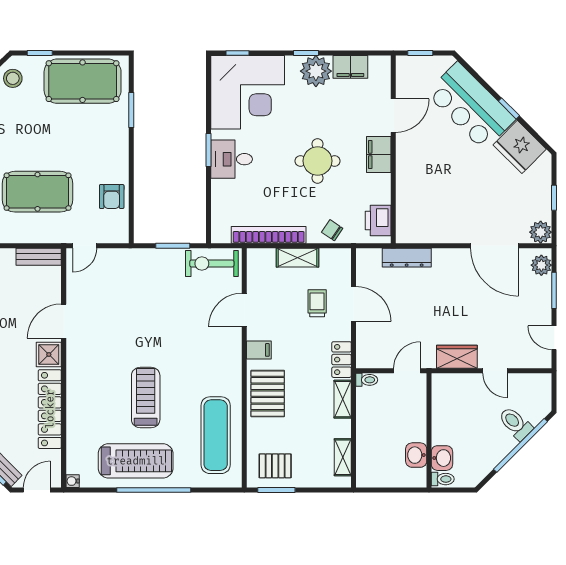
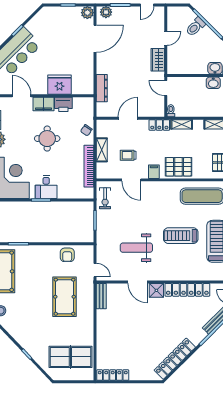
fridge: (520, 147) -> (59, 85), moved, turned -135
armchair: (112, 197) -> (67, 255), turned 90
printer: (378, 220) -> (63, 104), moved
exercise bike: (212, 263) -> (105, 198), width x0.73, depth x0.72
trolley: (317, 303) -> (128, 155), moved
weight bench: (124, 319) -> (136, 248), added

